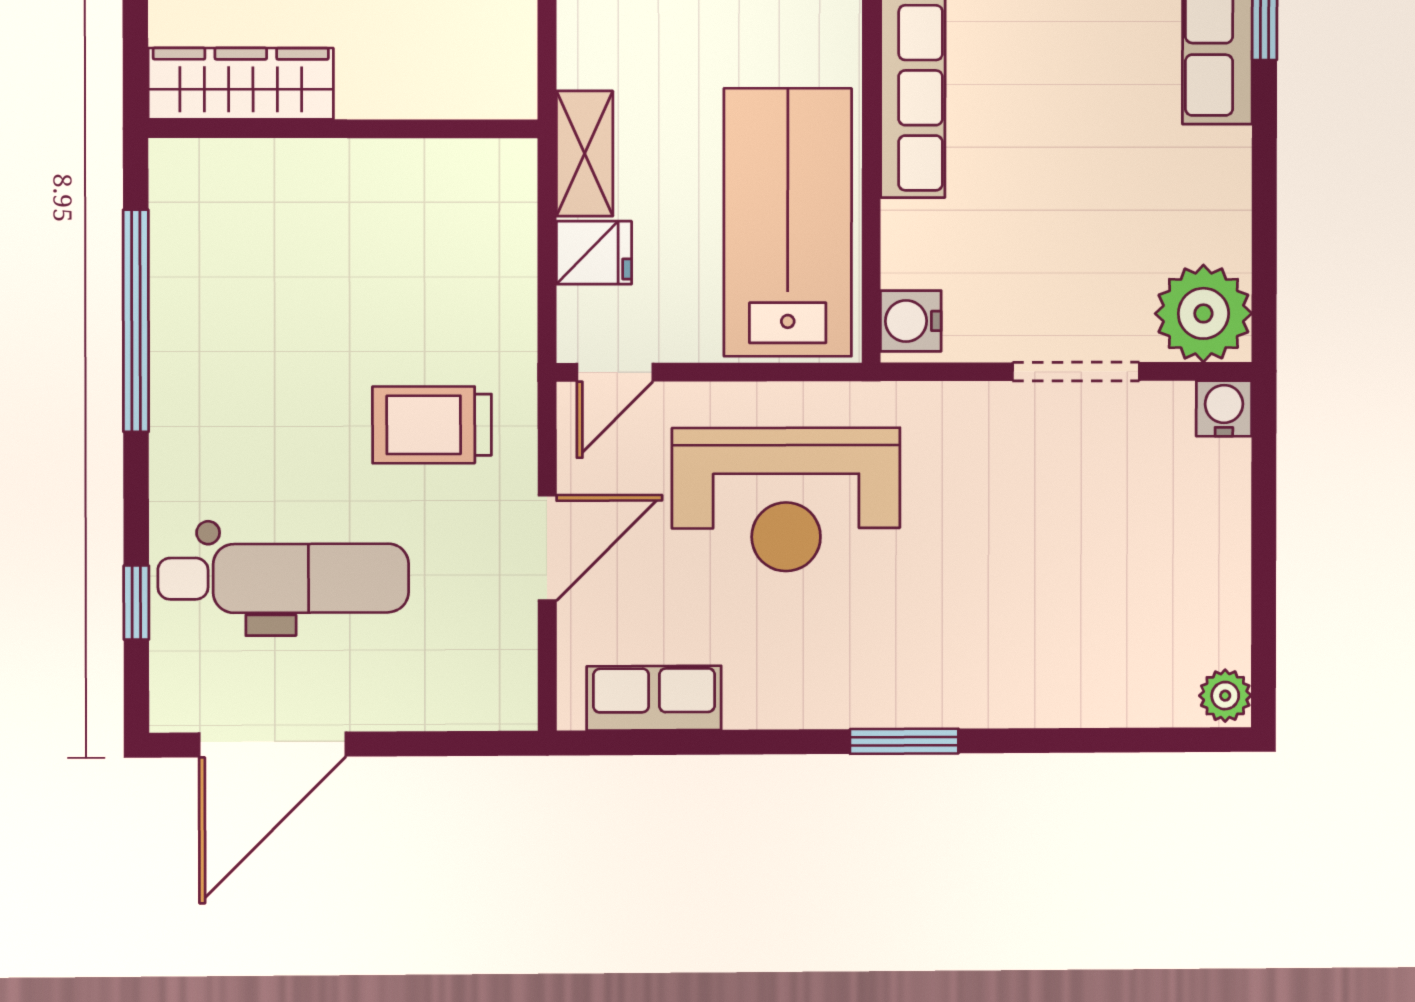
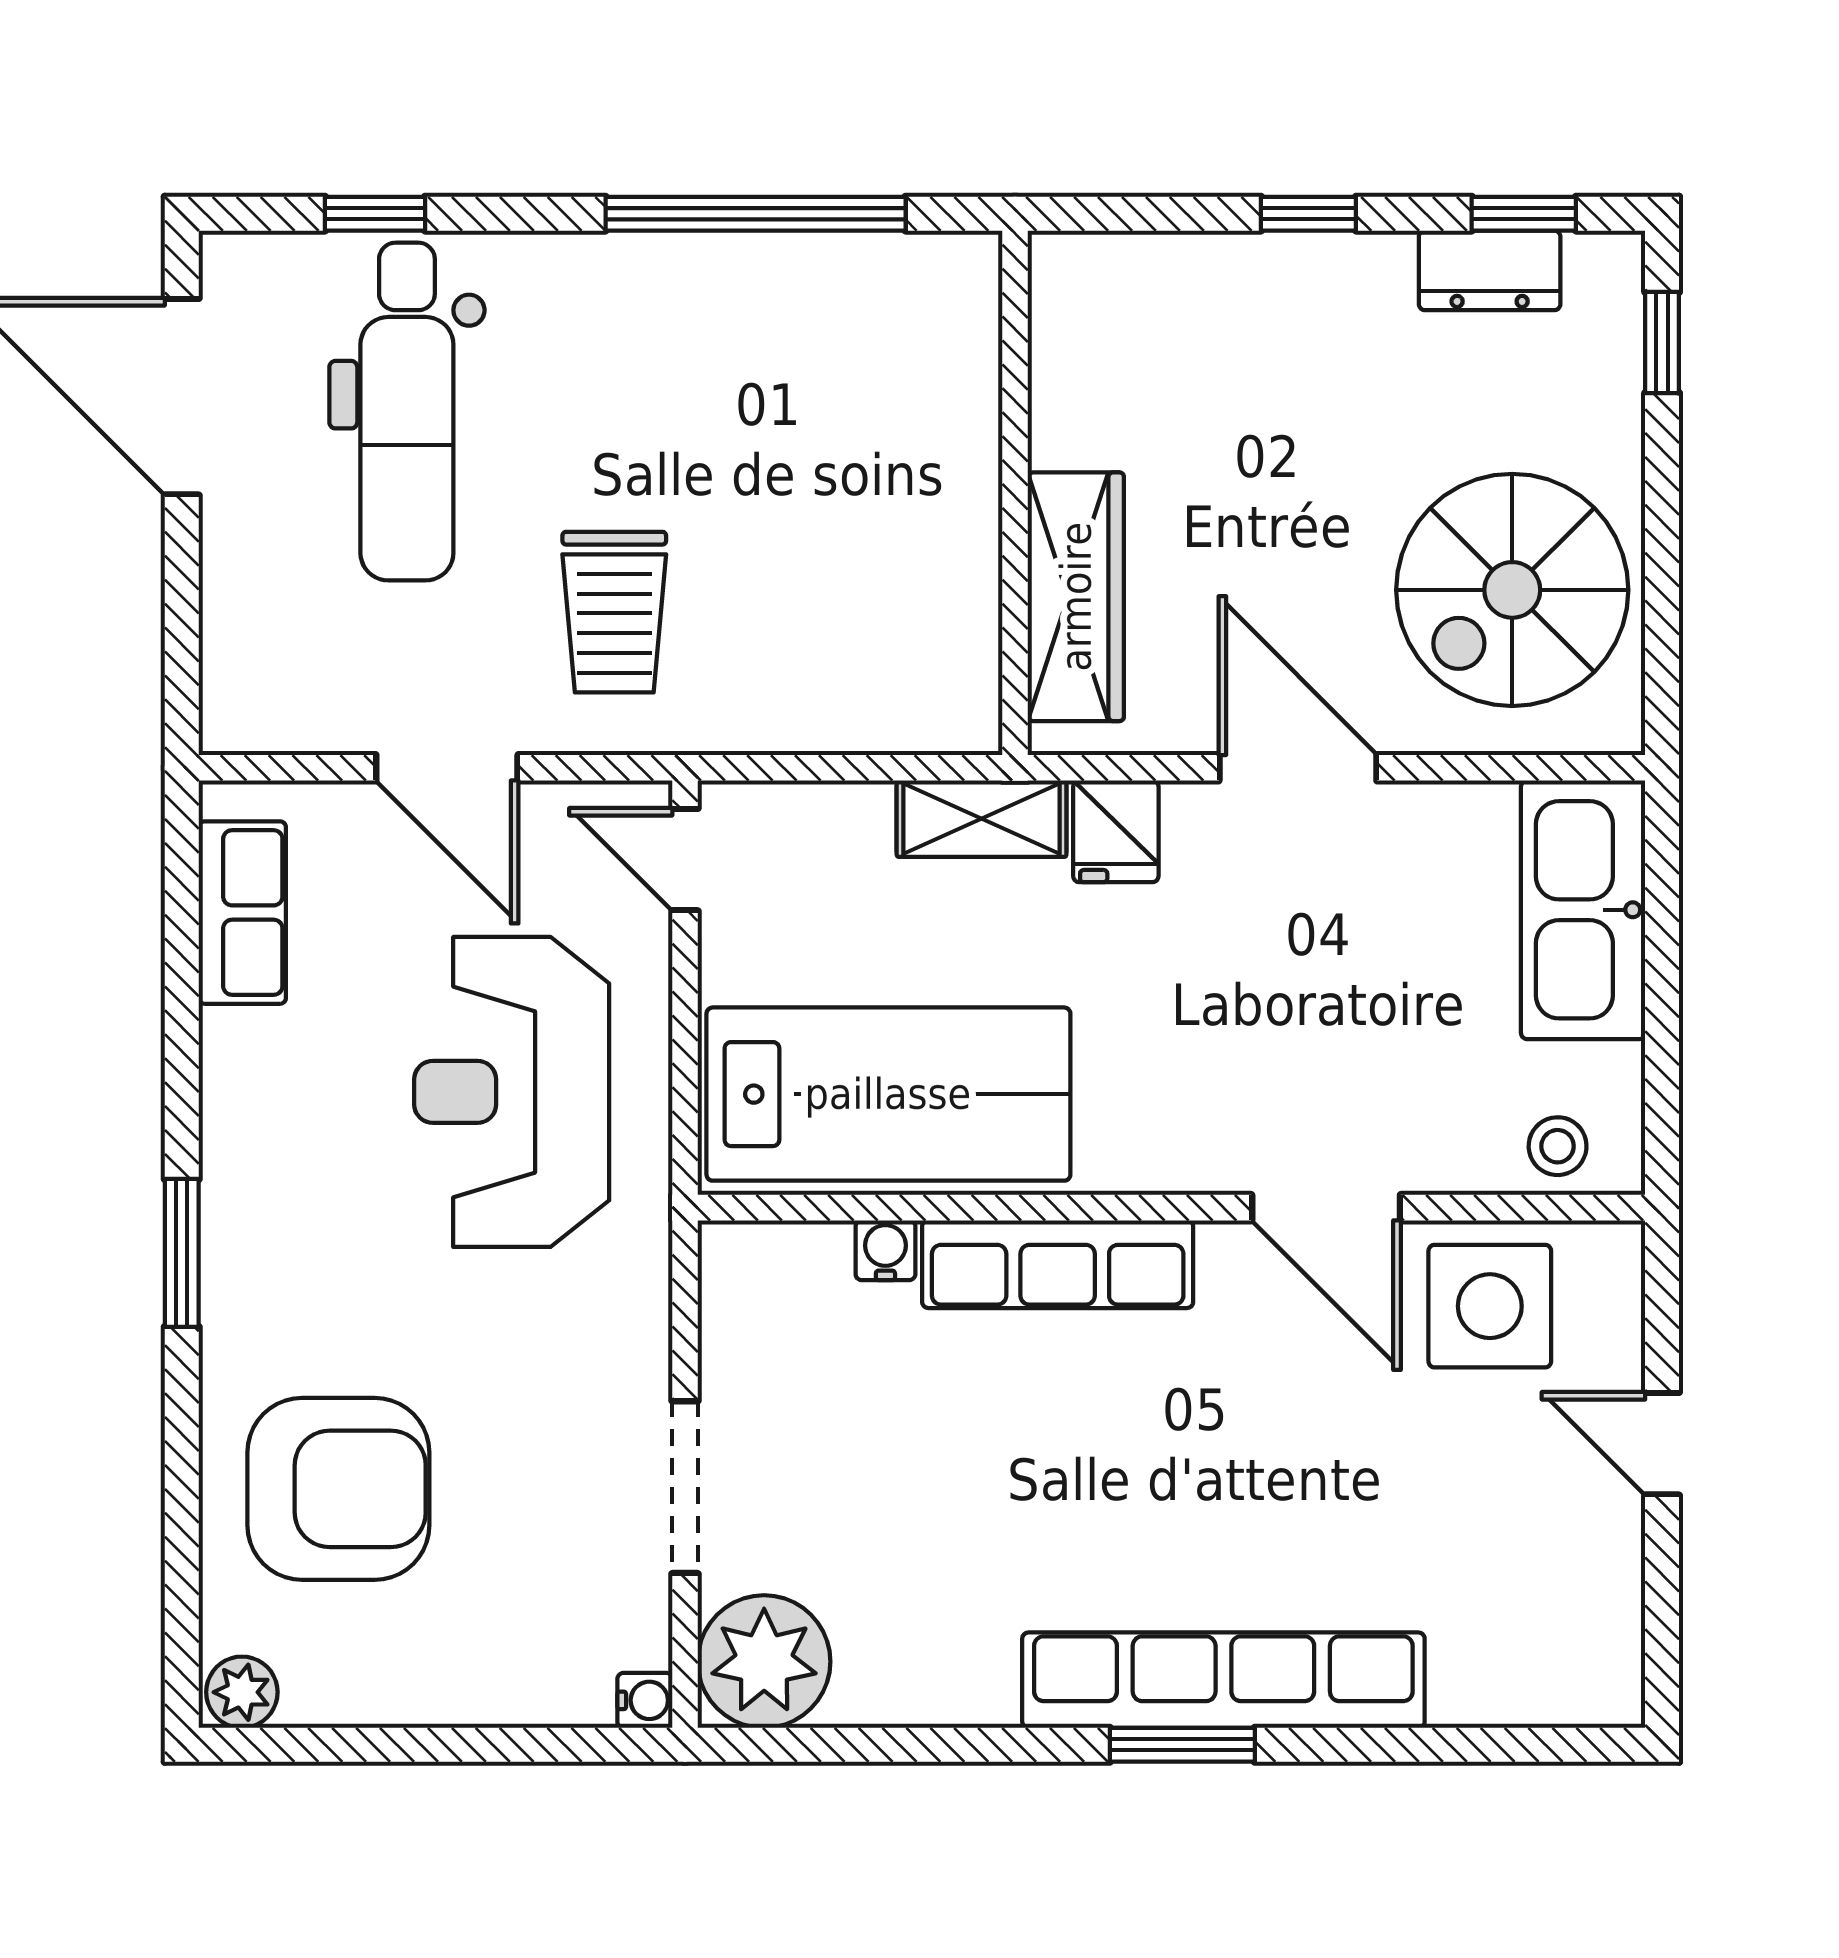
wardrobe: (241, 84) -> (1076, 597), moved
fridge: (594, 253) -> (1116, 831), moved
water cooler: (911, 321) -> (885, 1250), moved, width x0.72, depth x0.72
water cooler: (1224, 408) -> (645, 1700), width x0.72, depth x0.72
trolley: (432, 425) -> (614, 612), turned 180
armchair: (1077, 626) -> (338, 1489), added

